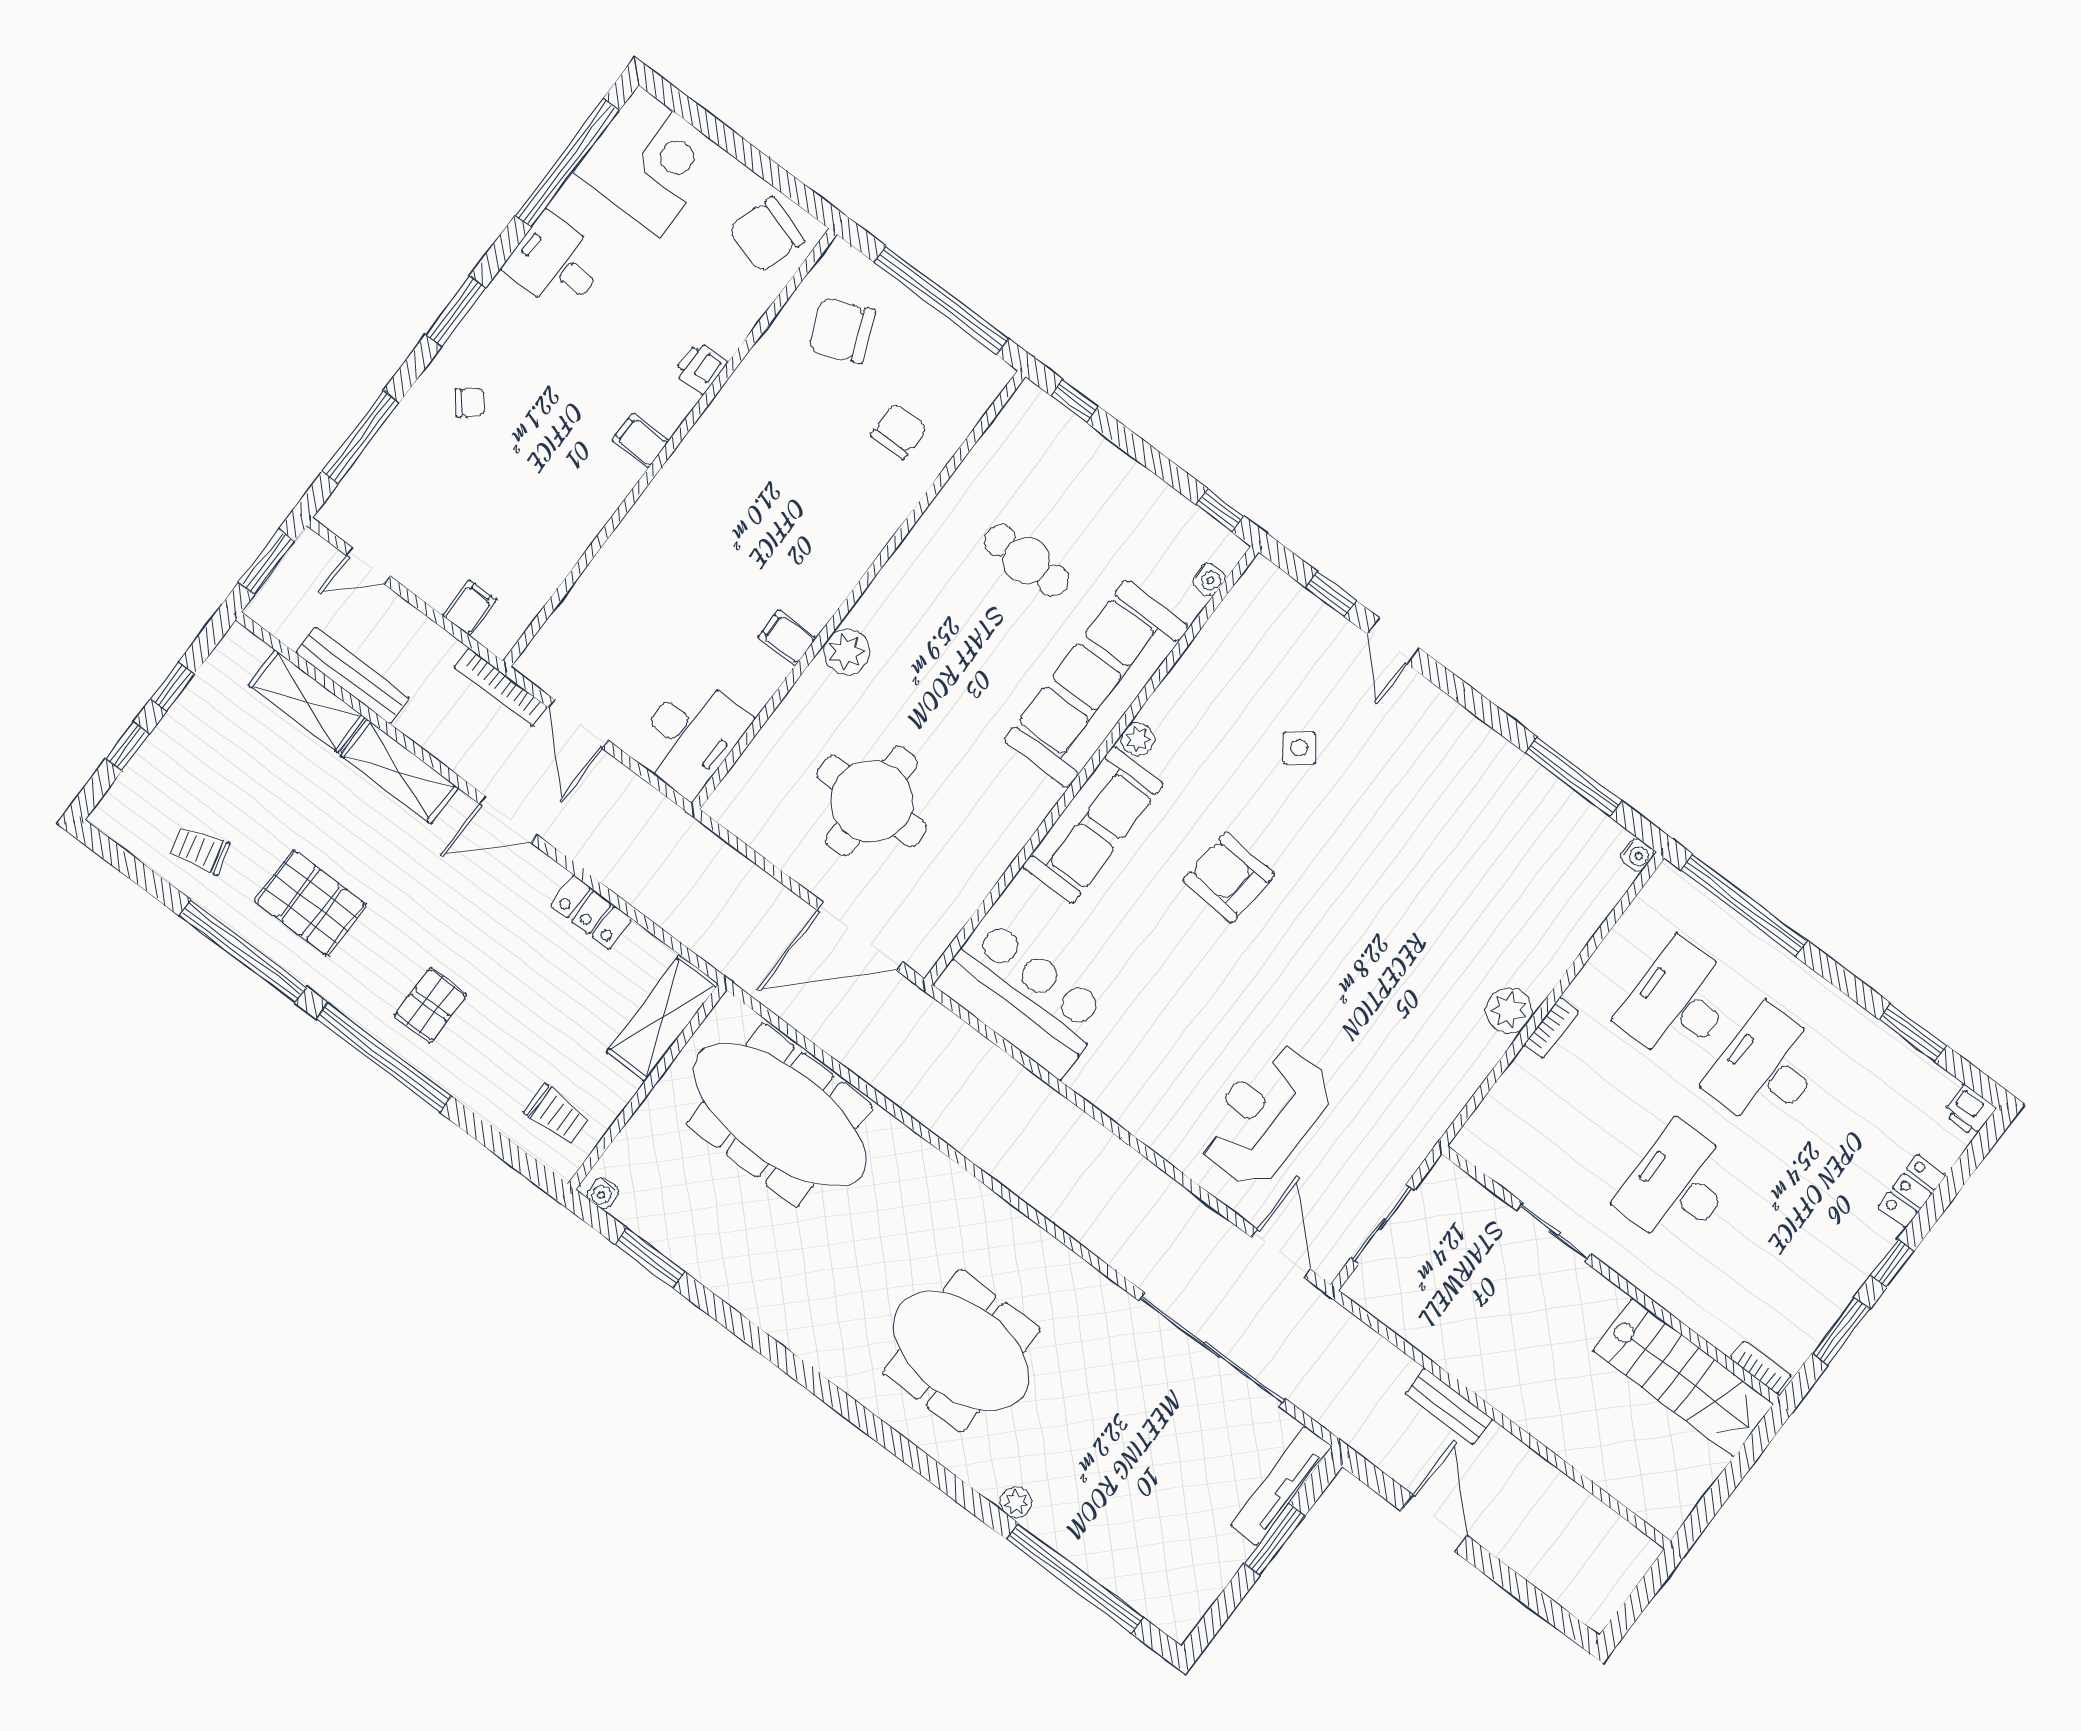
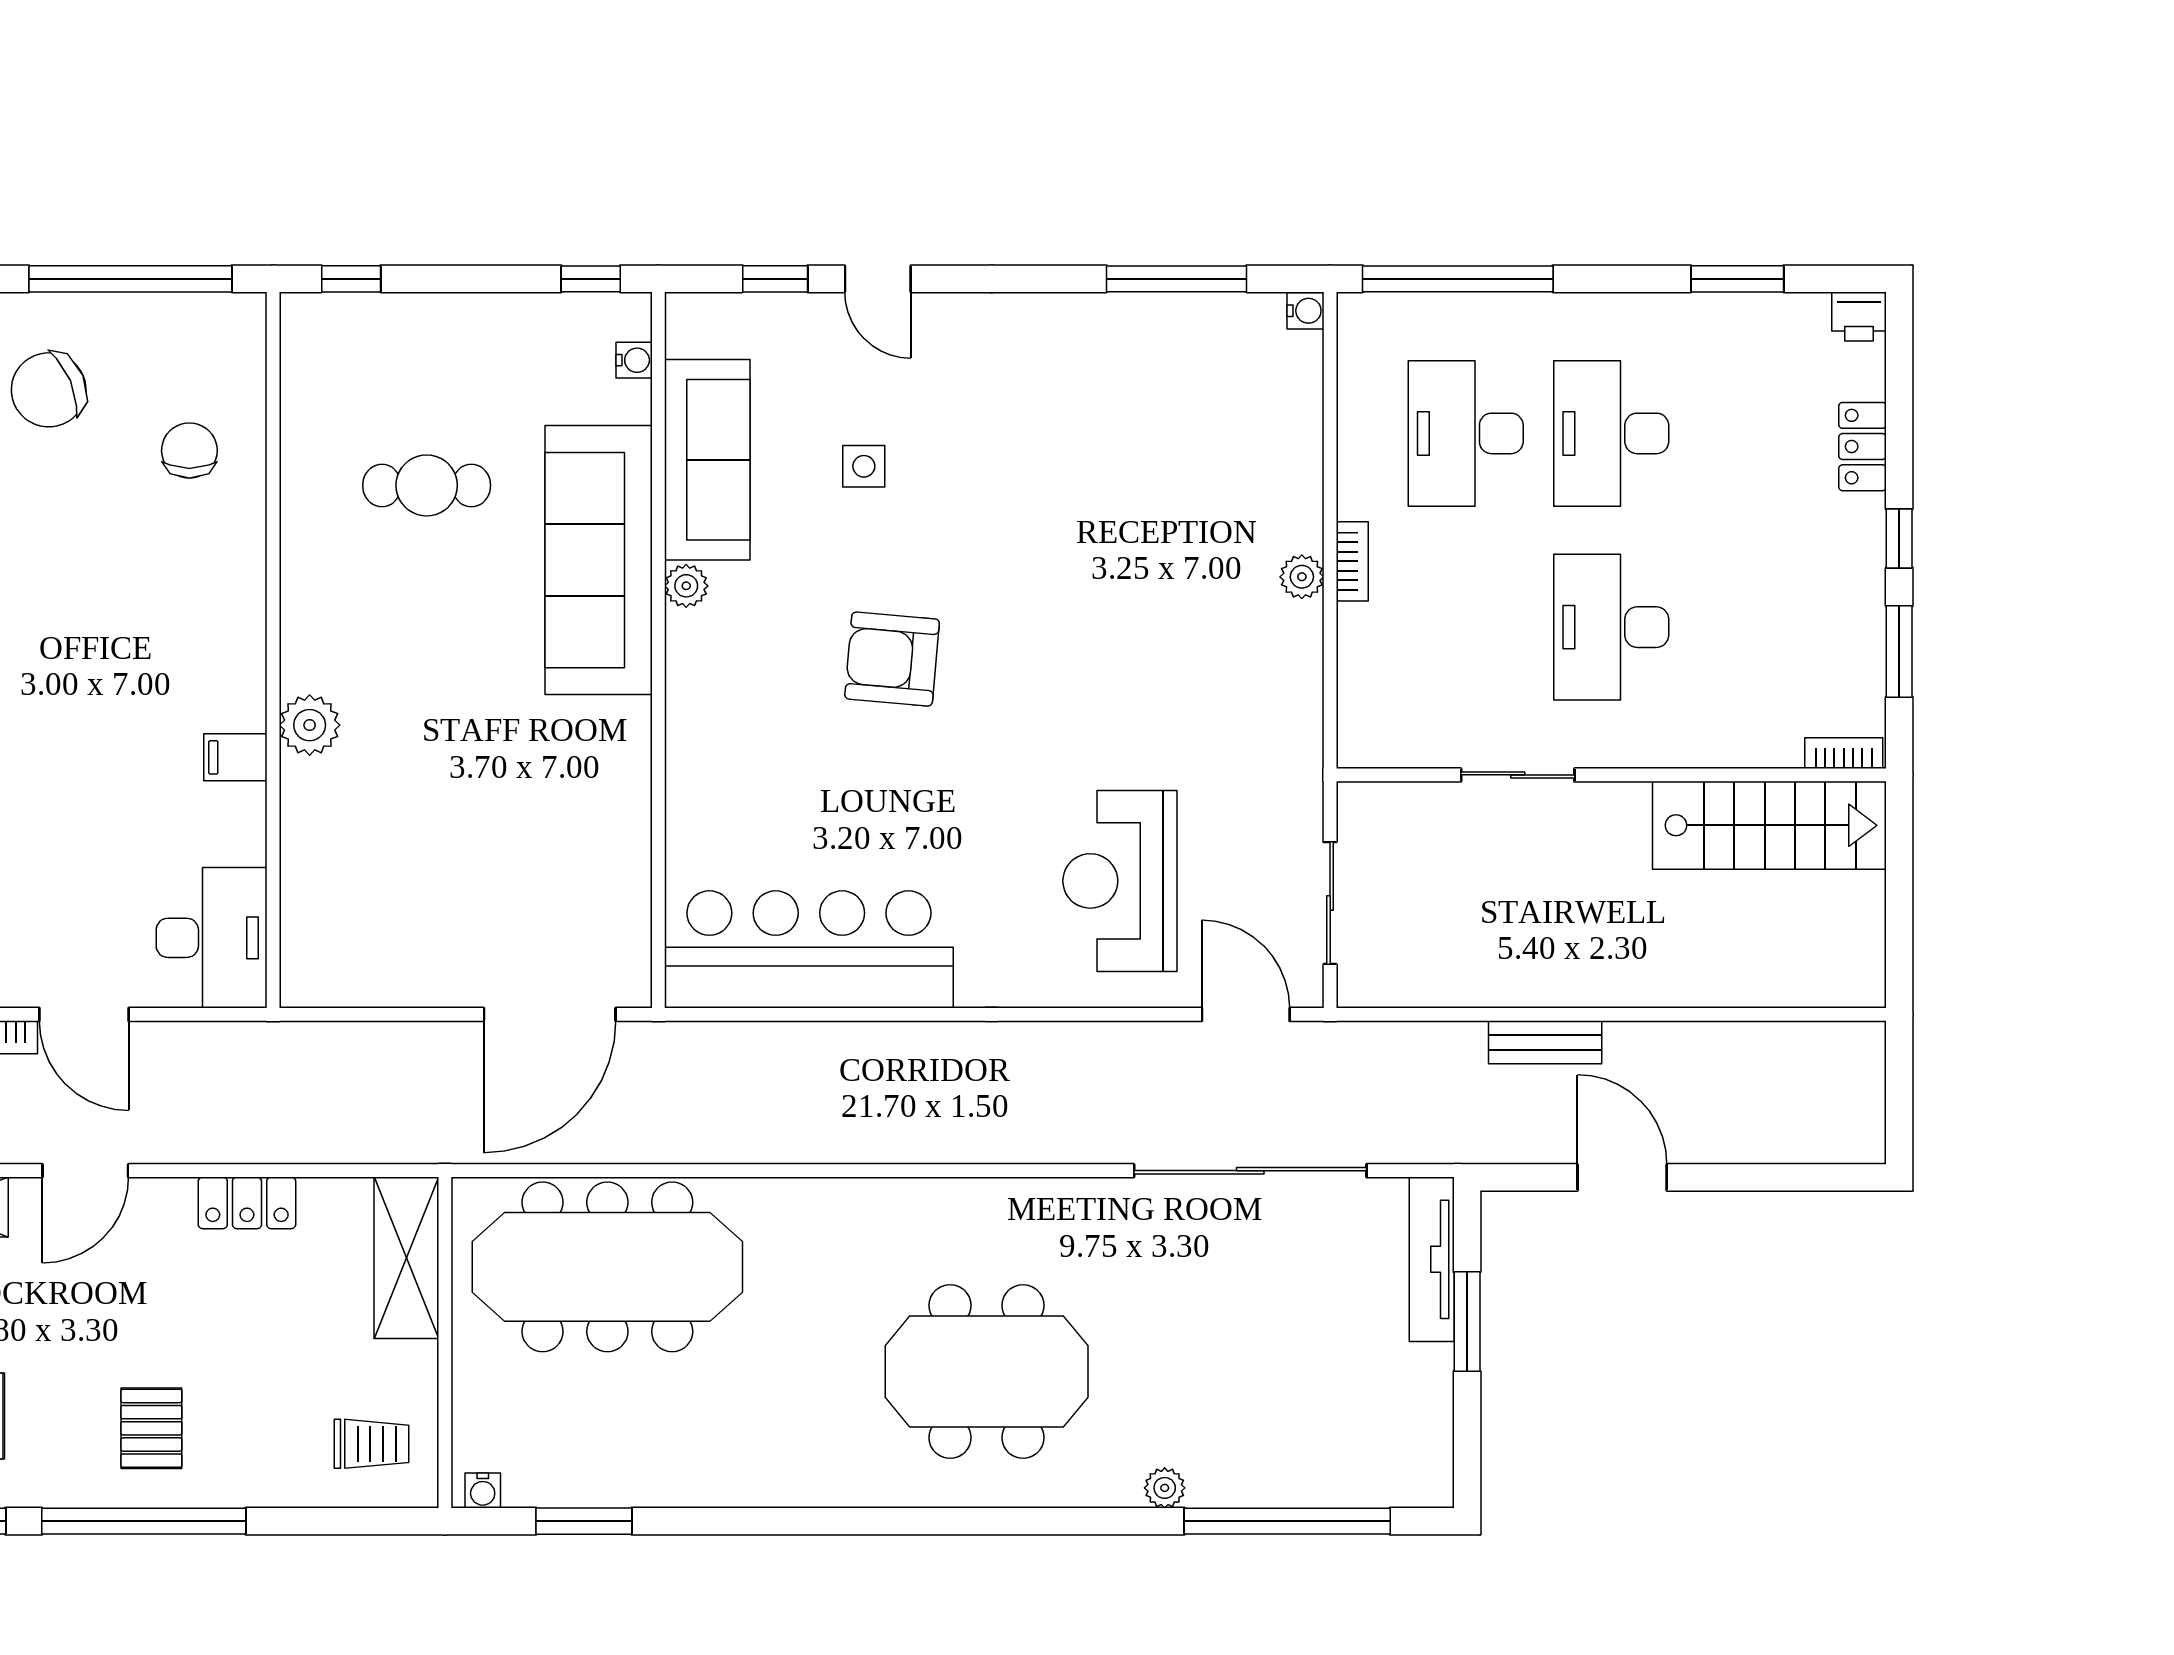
side table: (1299, 748) -> (864, 466), turned 37
round table: (872, 801) -> (455, 863), removed
sofa: (1093, 825) -> (707, 460), moved
bar counter: (1023, 997) -> (809, 949), width x1.36
plant: (1509, 1010) -> (1302, 577), width x0.73, depth x0.73

